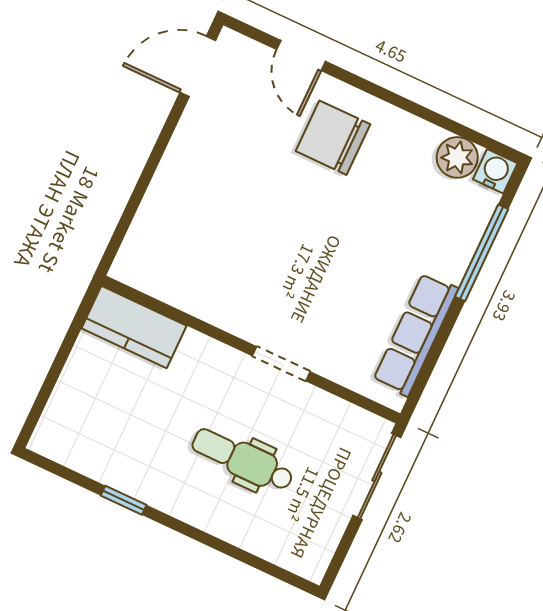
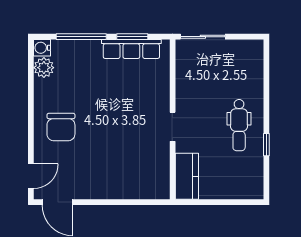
door: (301, 55) -> (31, 176), moved
window: (438, 347) -> (132, 37), added
doorway: (281, 364) -> (173, 127), moved
dental chair: (243, 460) -> (239, 125), moved

